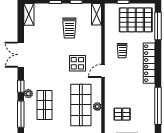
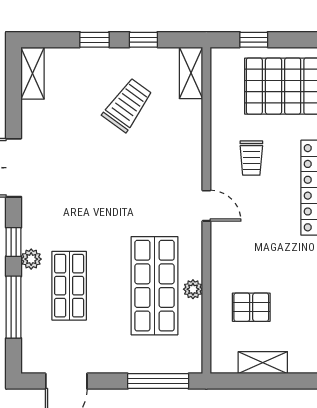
trolley: (69, 28) -> (127, 105), turned -144
display table: (77, 63) -> (147, 188), removed
door: (103, 71) -> (206, 206), swing flipped

